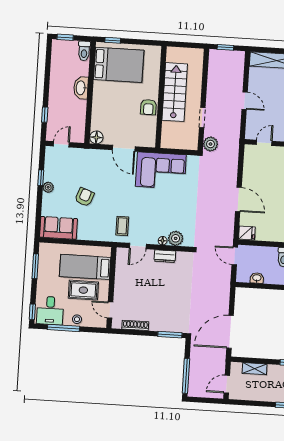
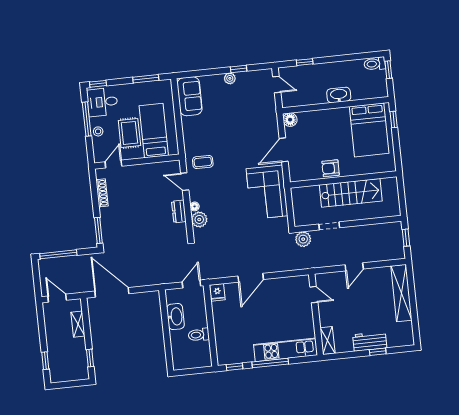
toilet: (84, 51) -> (375, 64), moved
armchair: (85, 197) -> (226, 118), removed
washbasin: (257, 278) -> (175, 317), width x1.91, depth x1.45

